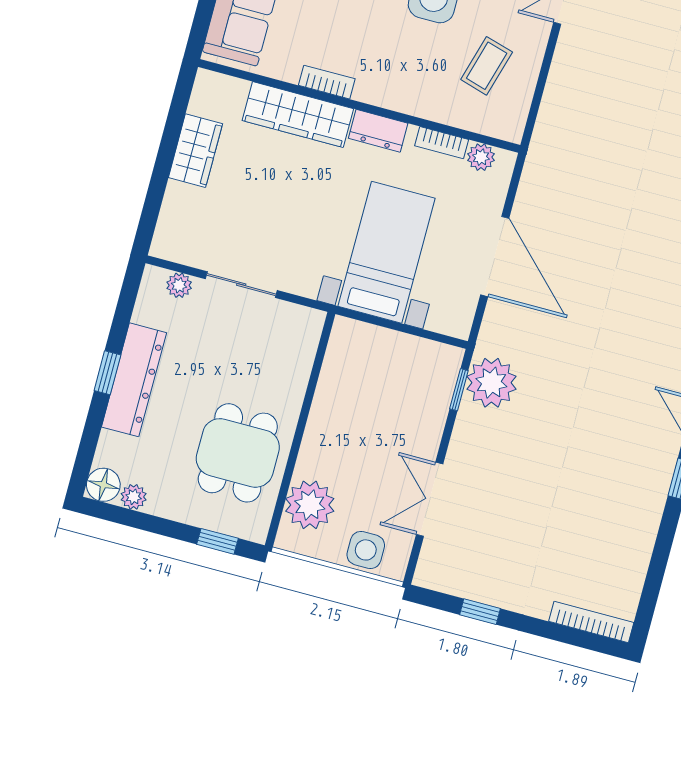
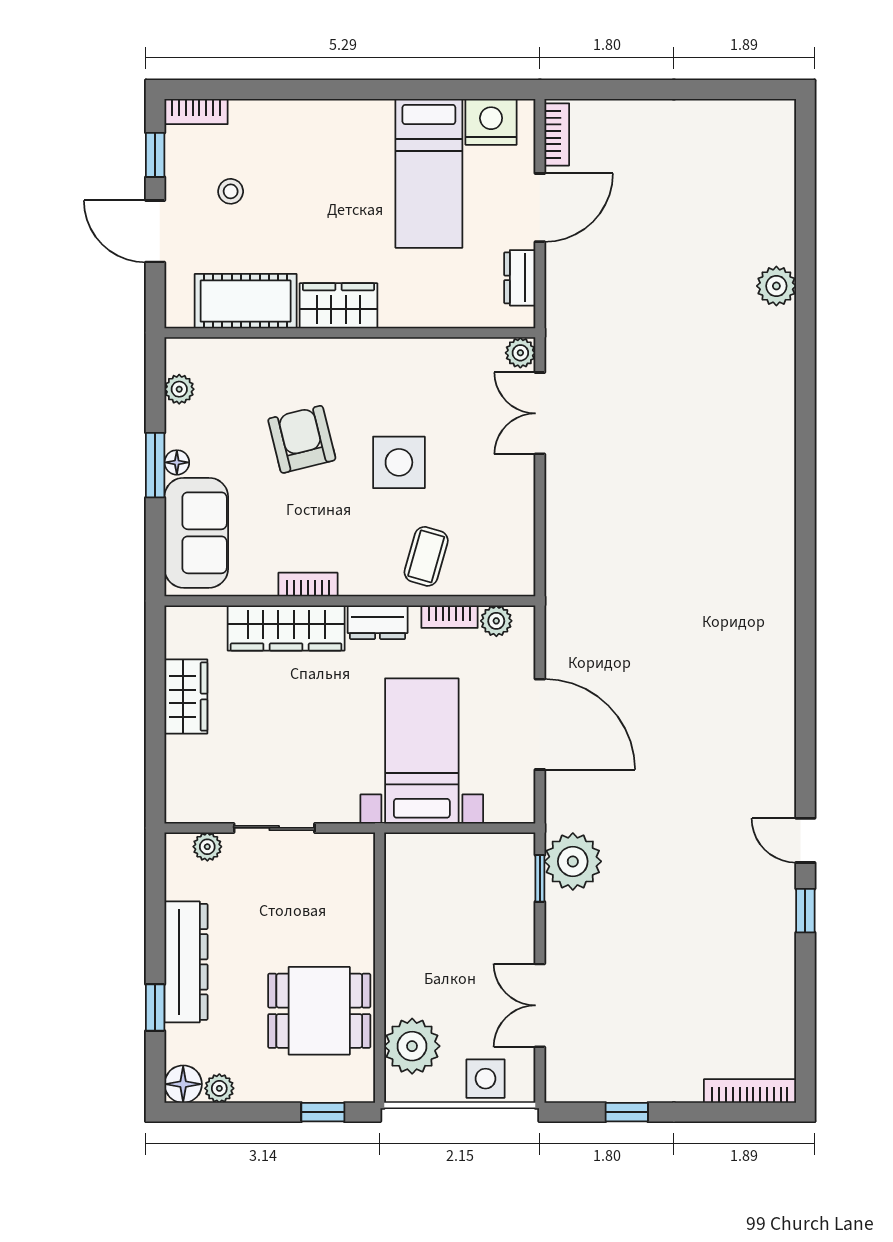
coffee table: (487, 66) -> (426, 556), moved
window: (107, 373) -> (155, 1007), moved
dining table: (238, 453) -> (319, 1011), turned 90

